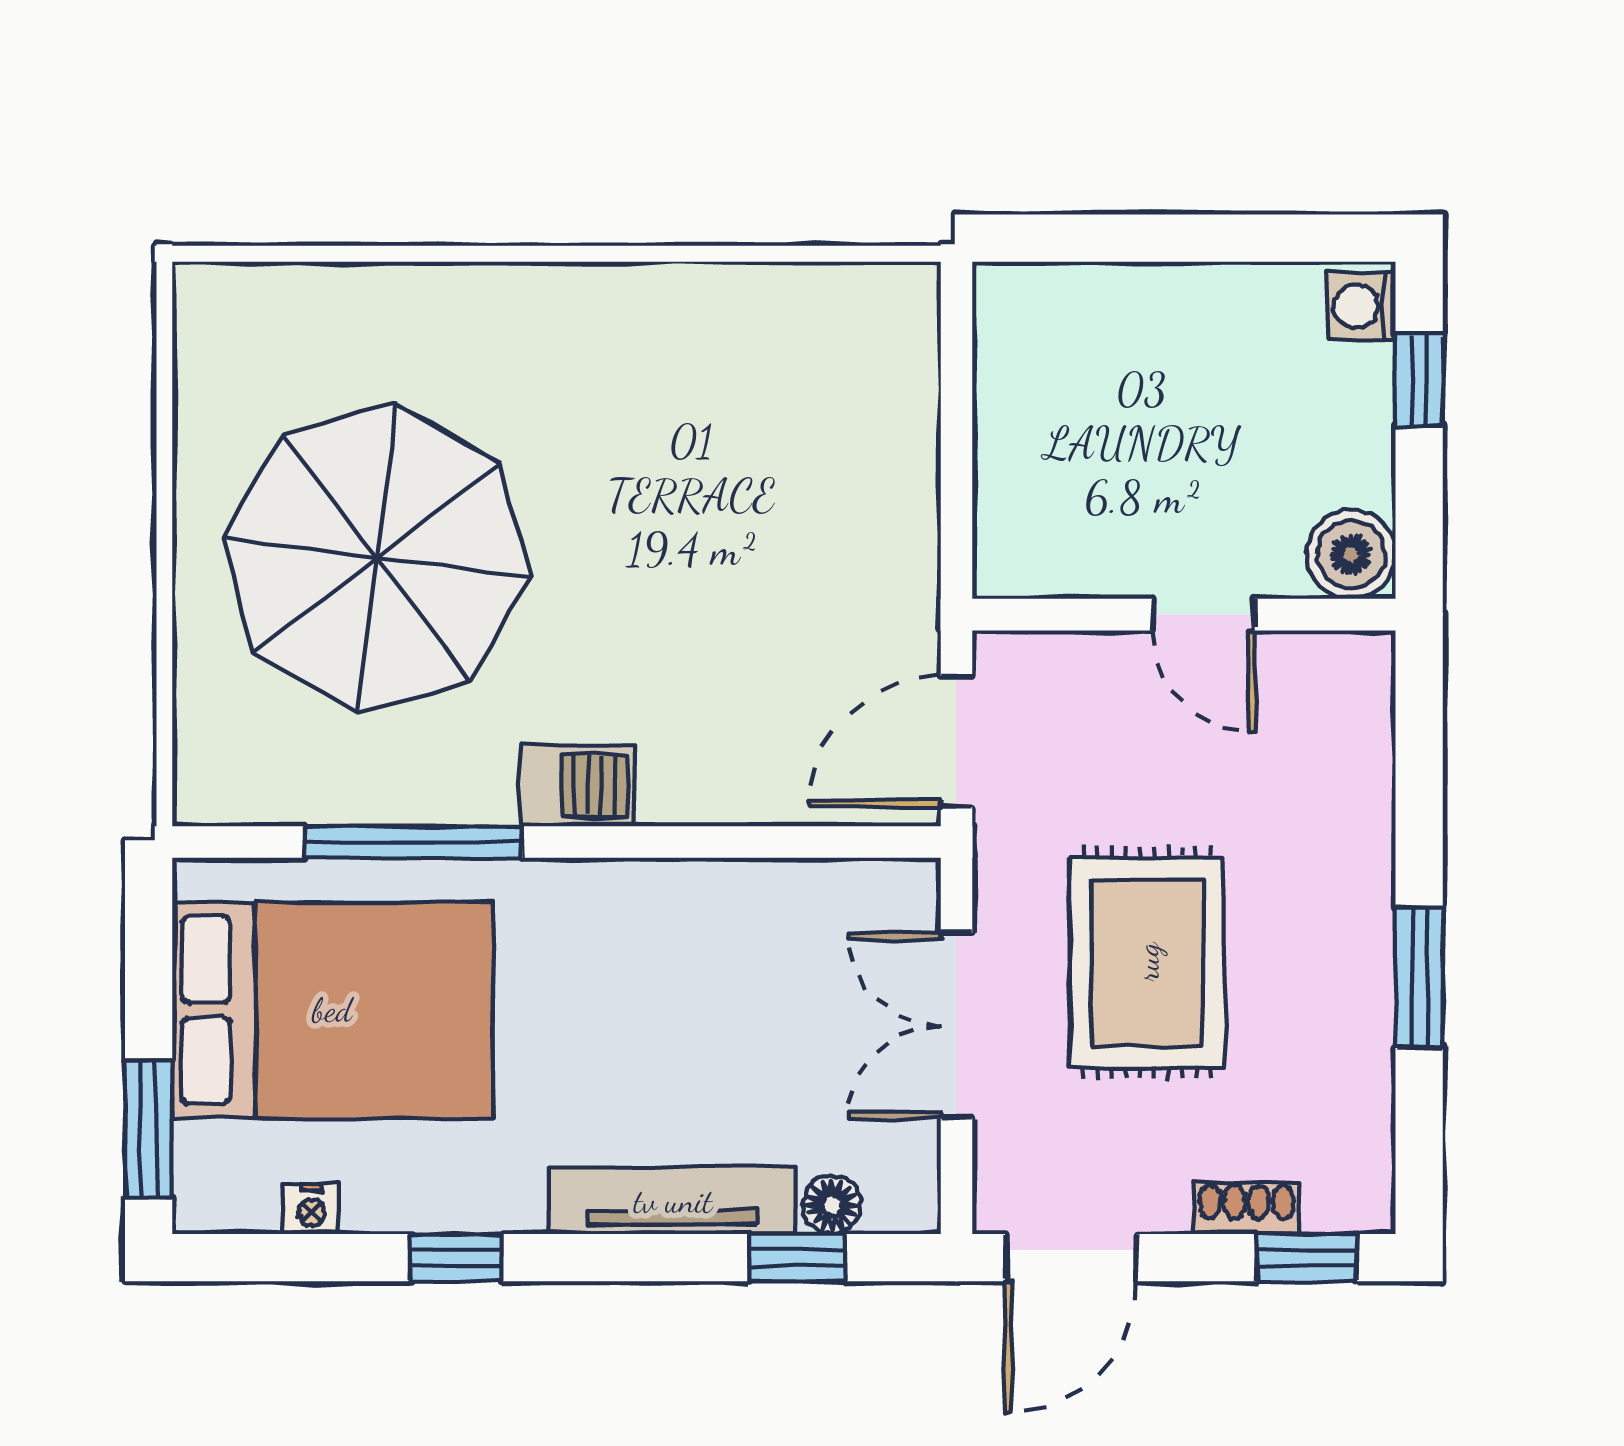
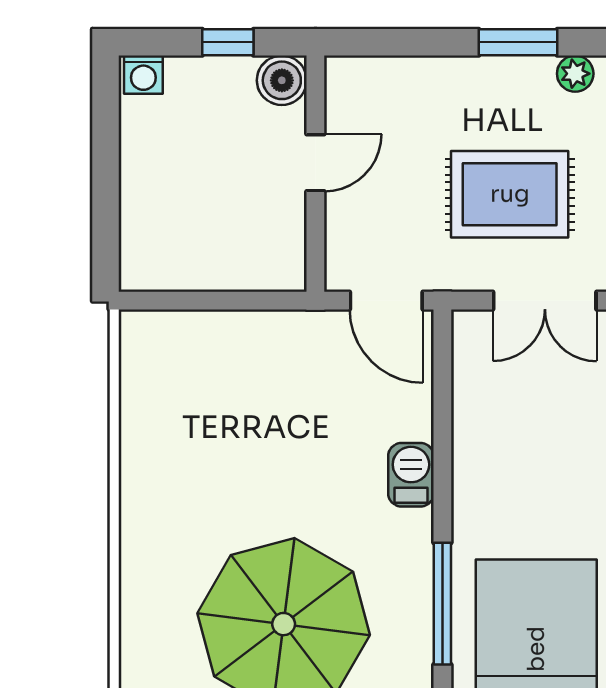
window: (1419, 381) -> (228, 42), moved
barbecue: (578, 786) -> (411, 475), moved
plant: (1363, 1080) -> (575, 74), added

